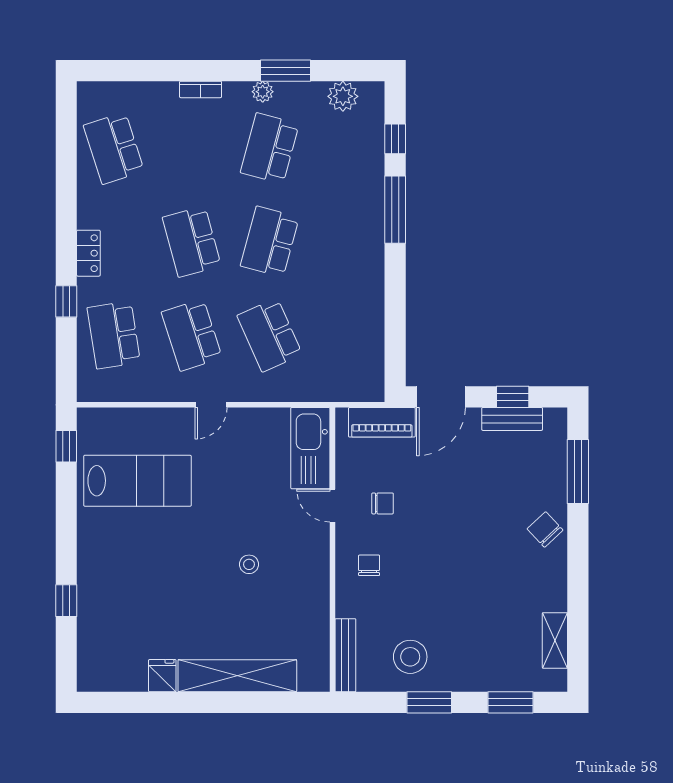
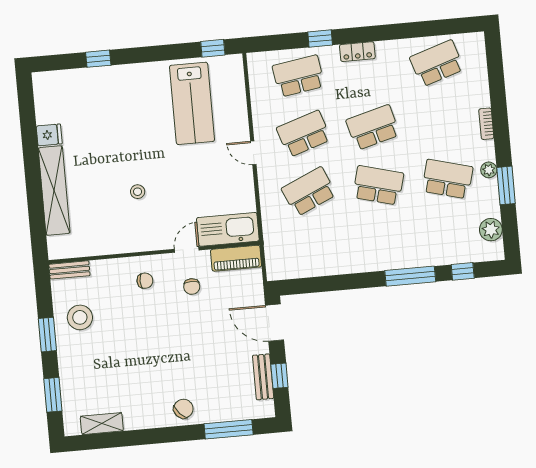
piano: (382, 422) -> (236, 258), moved, turned -90
bench: (345, 655) -> (69, 270), width x0.73

